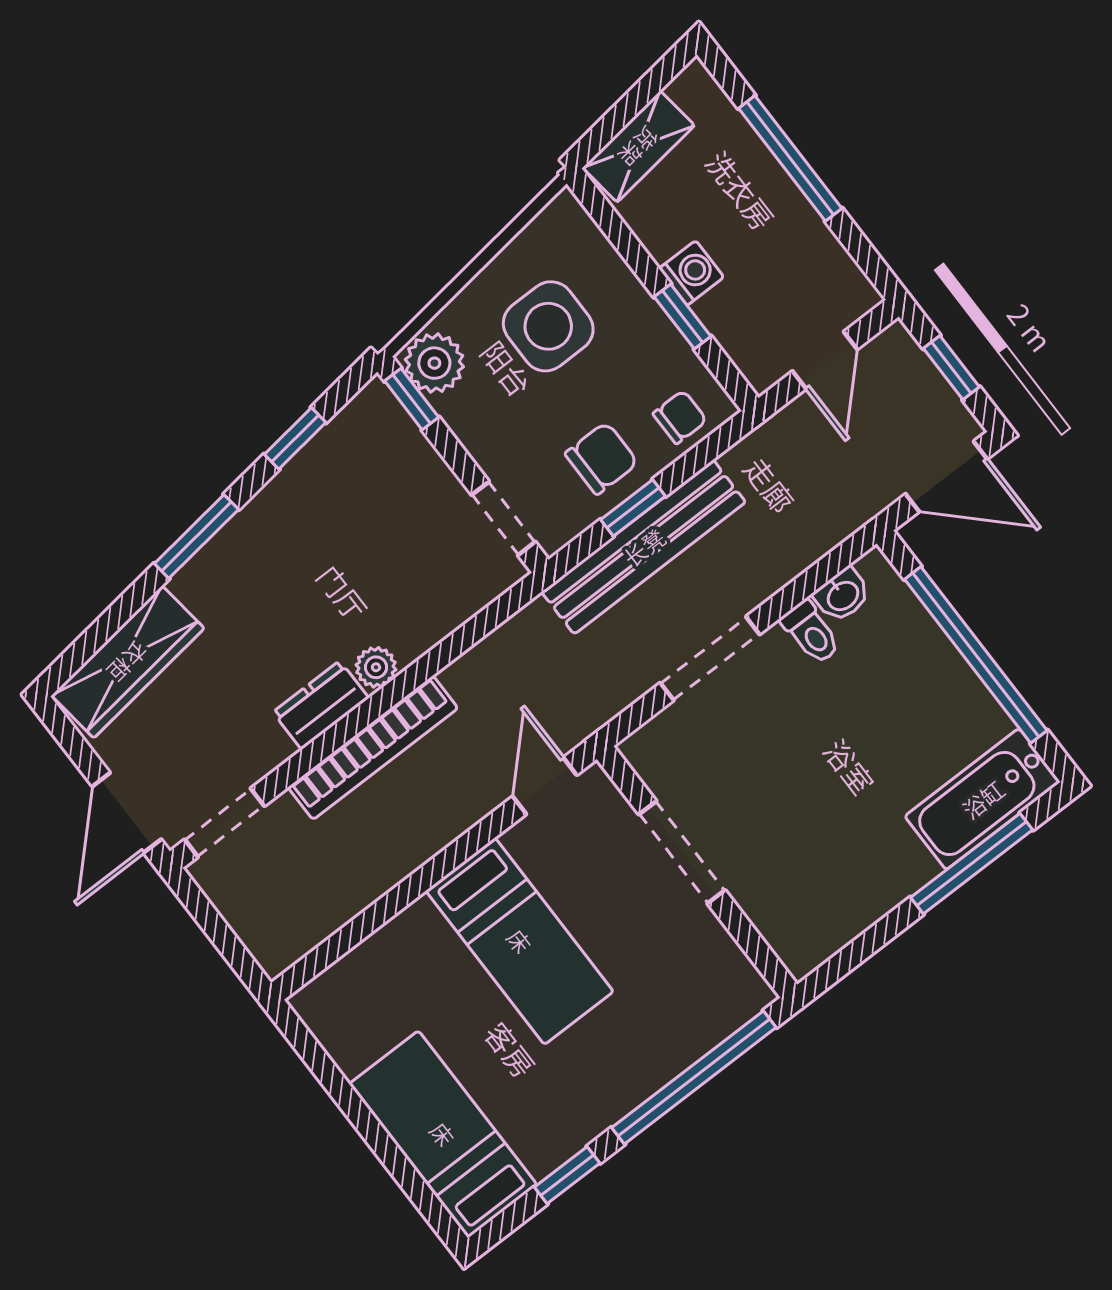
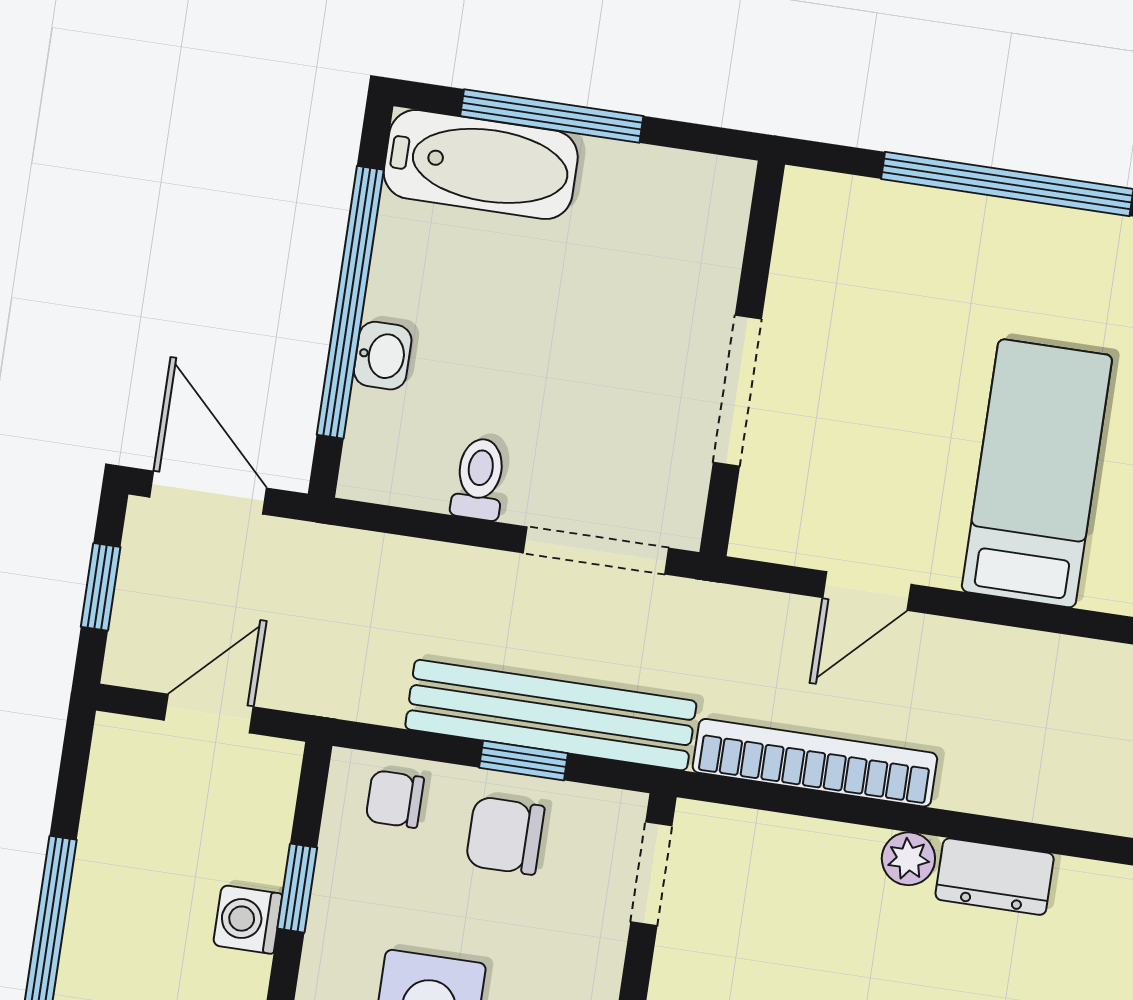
washbasin: (842, 595) -> (383, 356), moved, turned 90
bookcase: (373, 748) -> (815, 763), moved
doorway: (682, 852) -> (737, 391), moved
wall: (697, 872) -> (742, 358), moved

